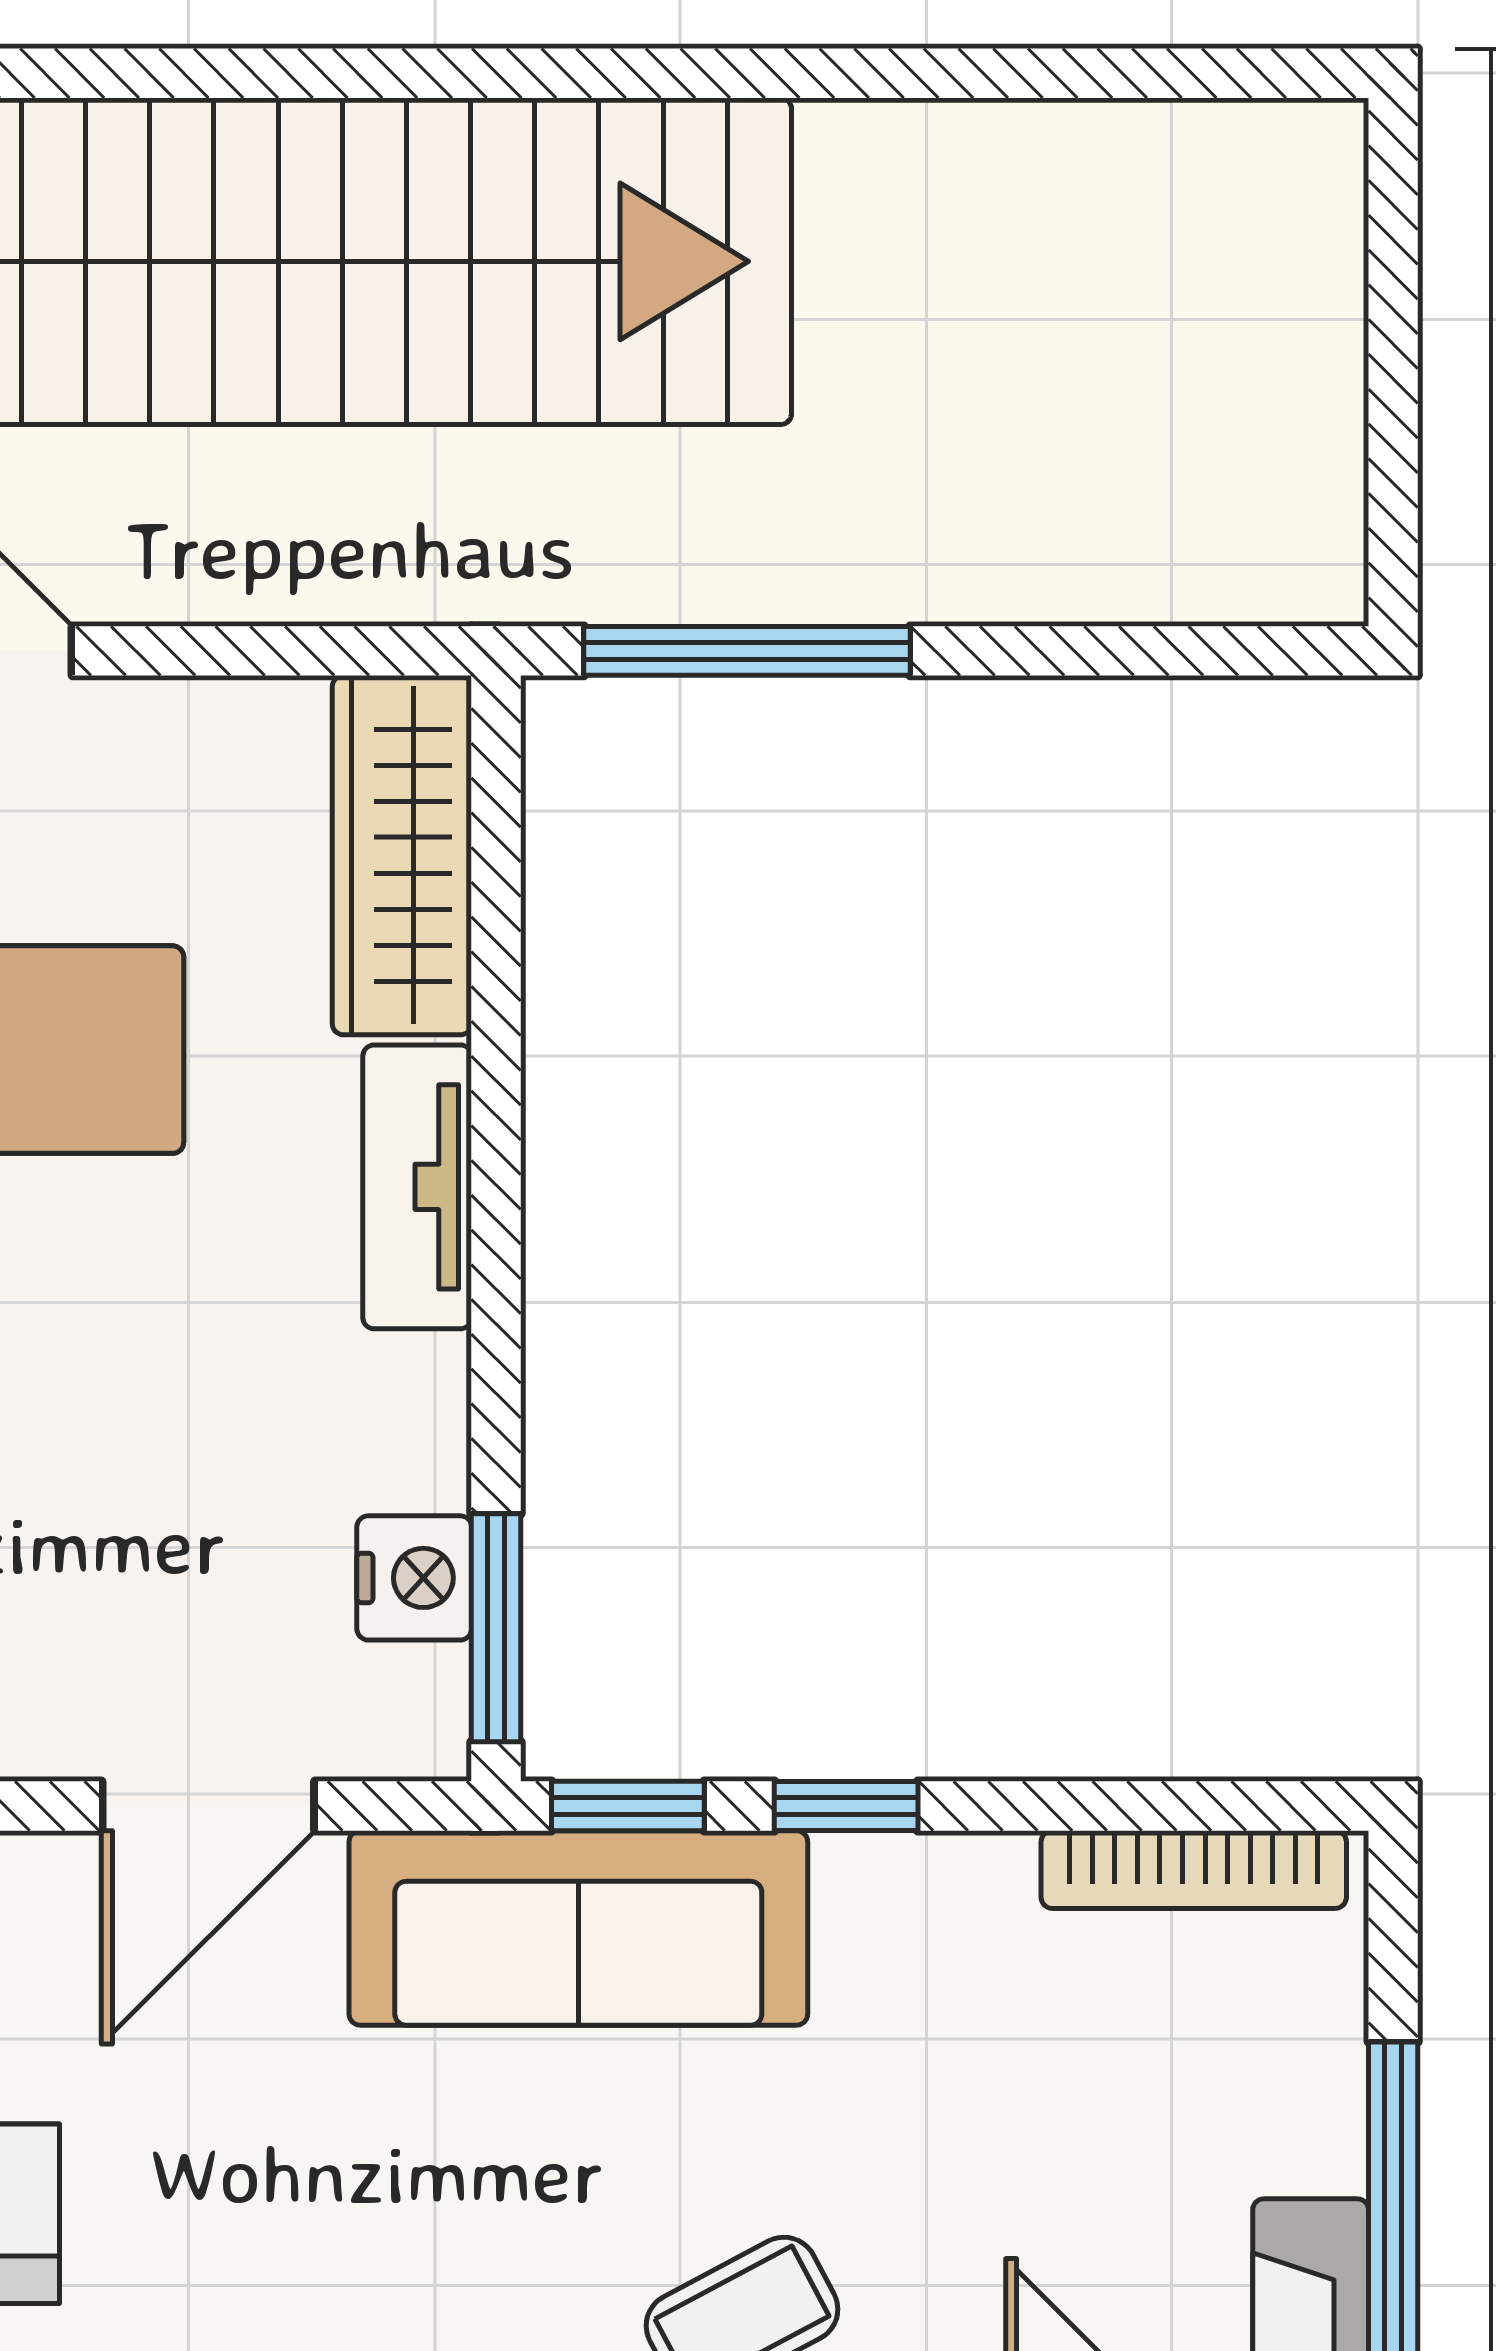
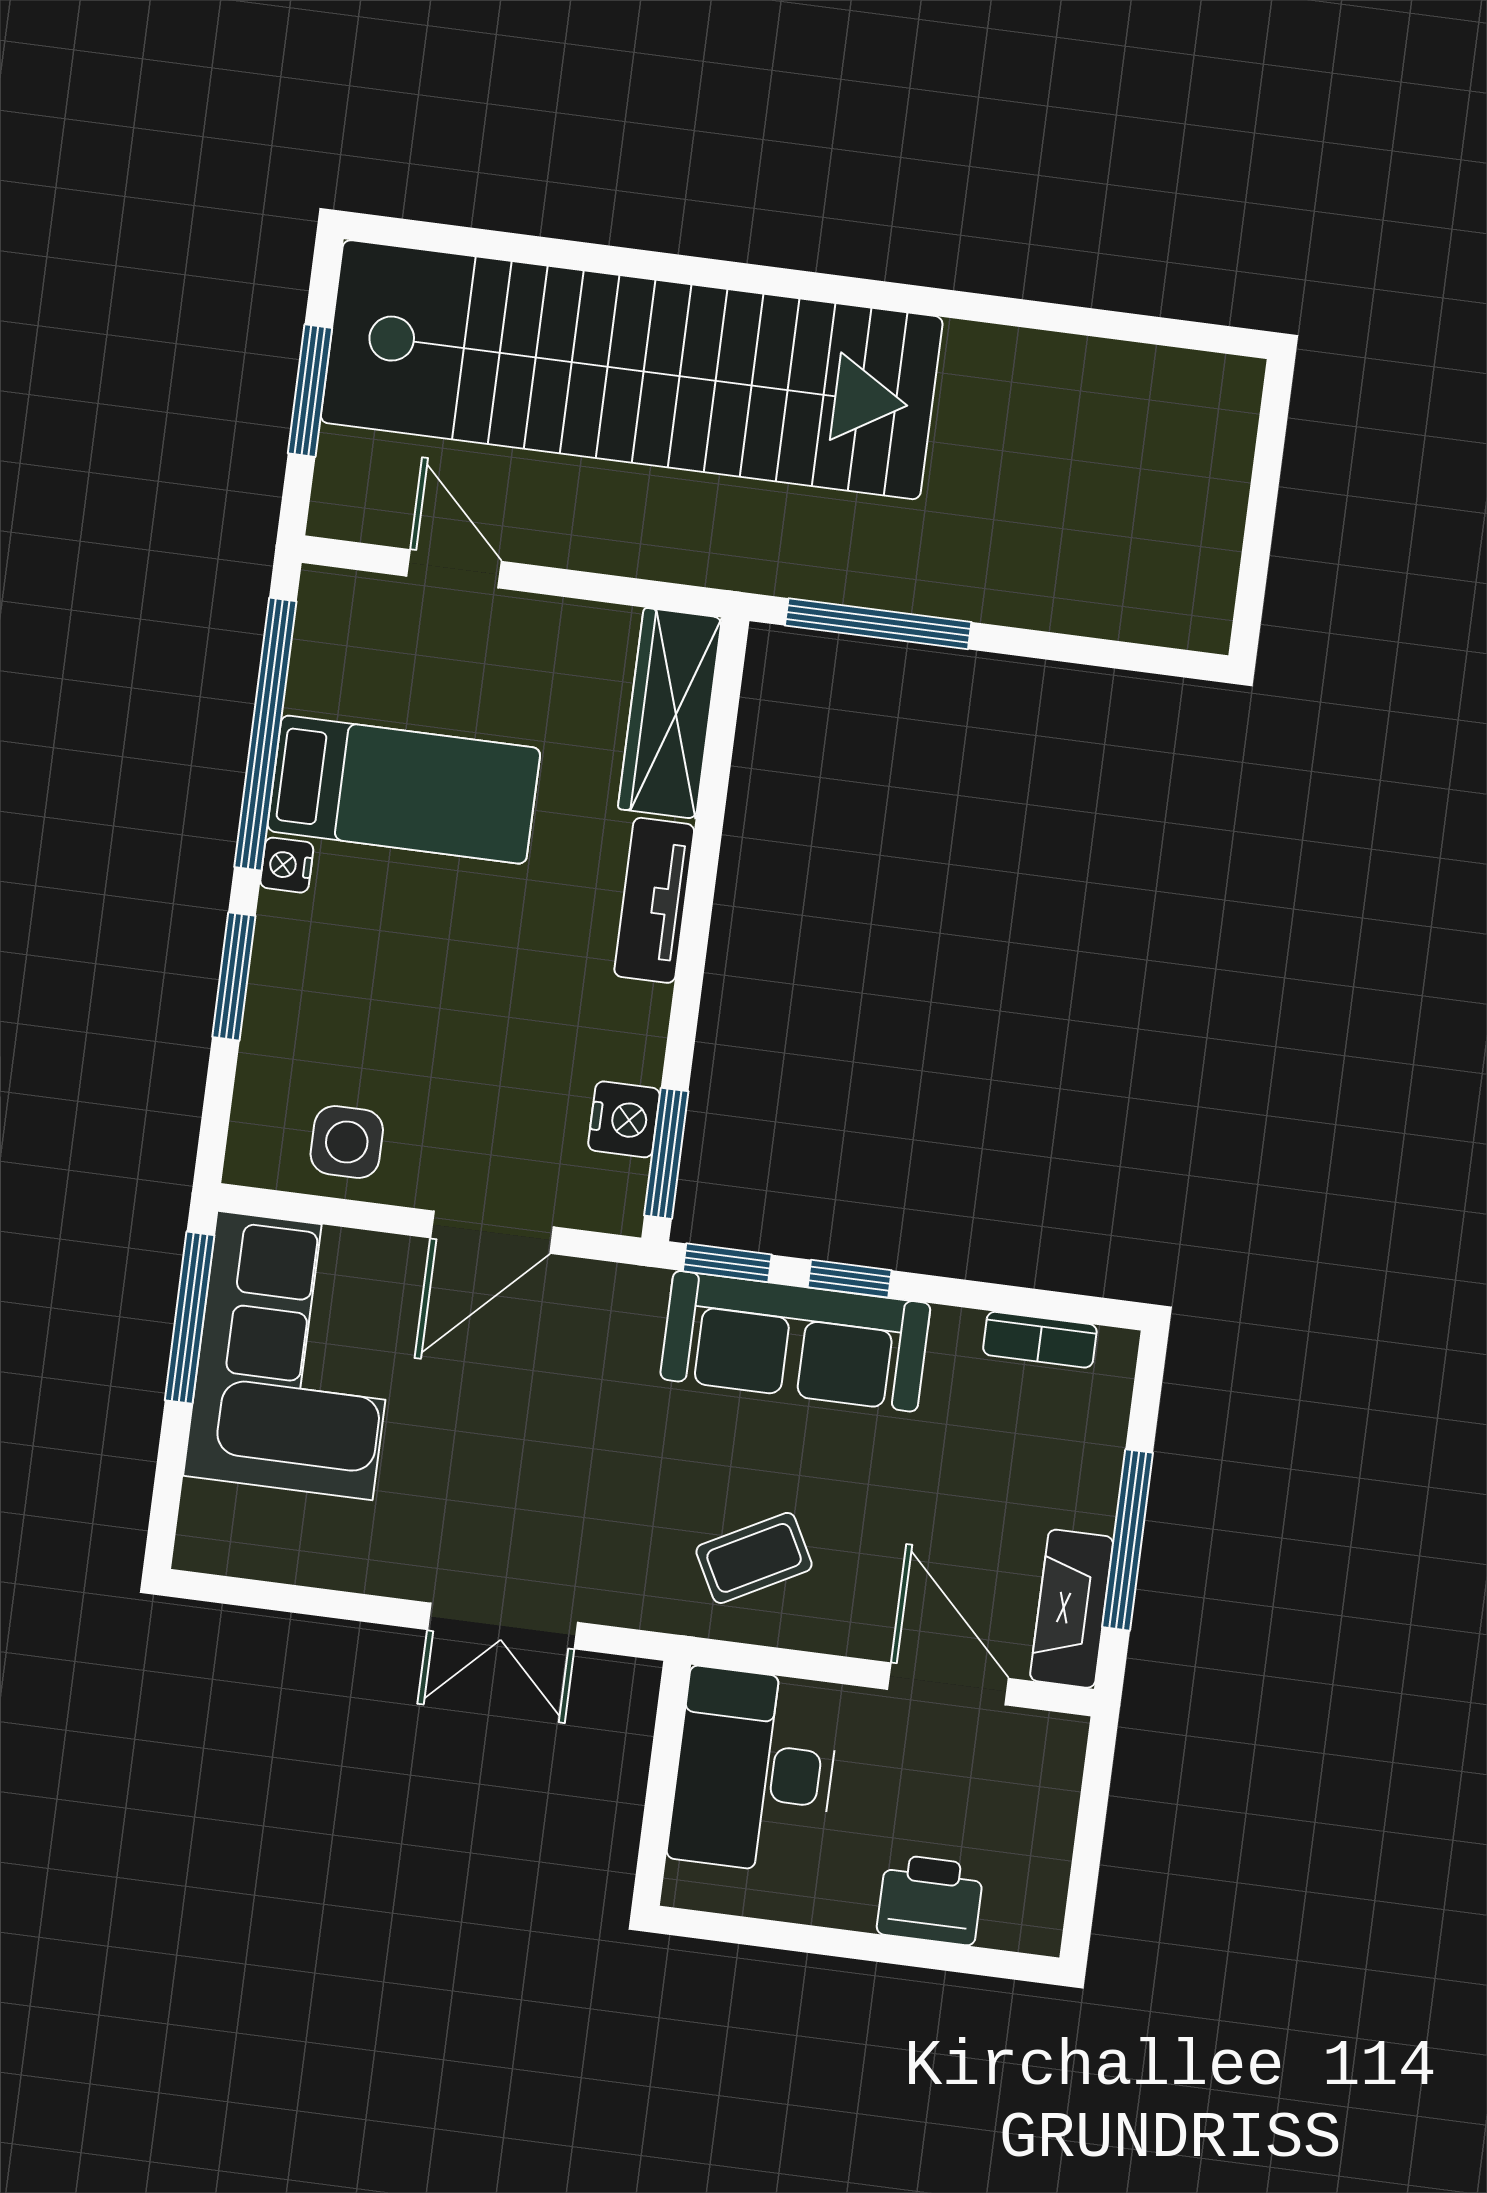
bookcase: (1194, 1870) -> (1040, 1340), width x0.64
sofa: (578, 1928) -> (795, 1341), moved

